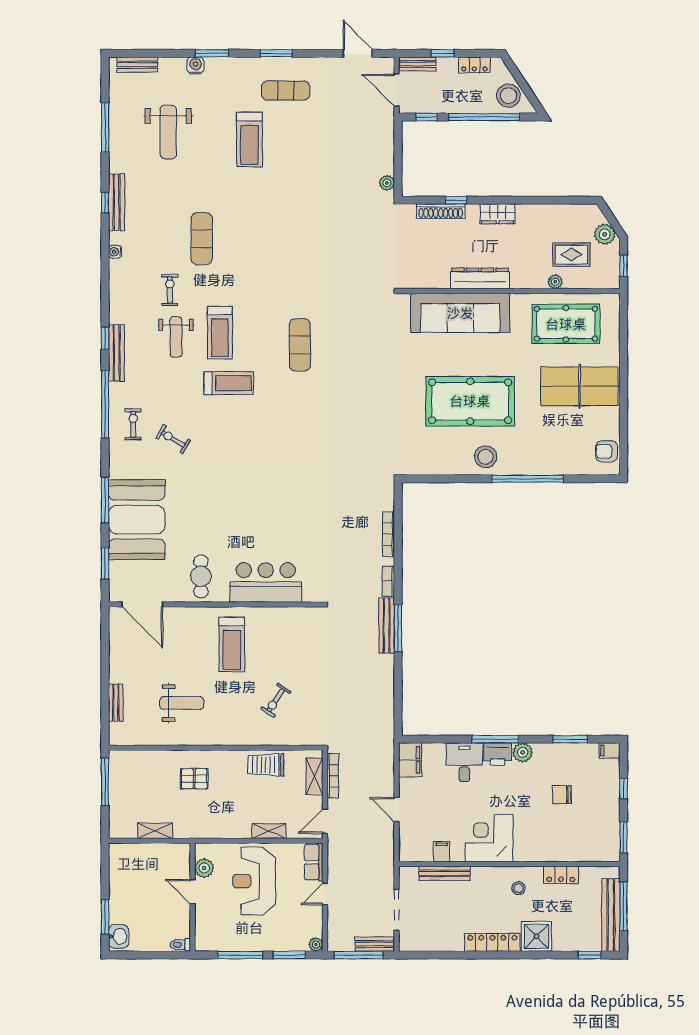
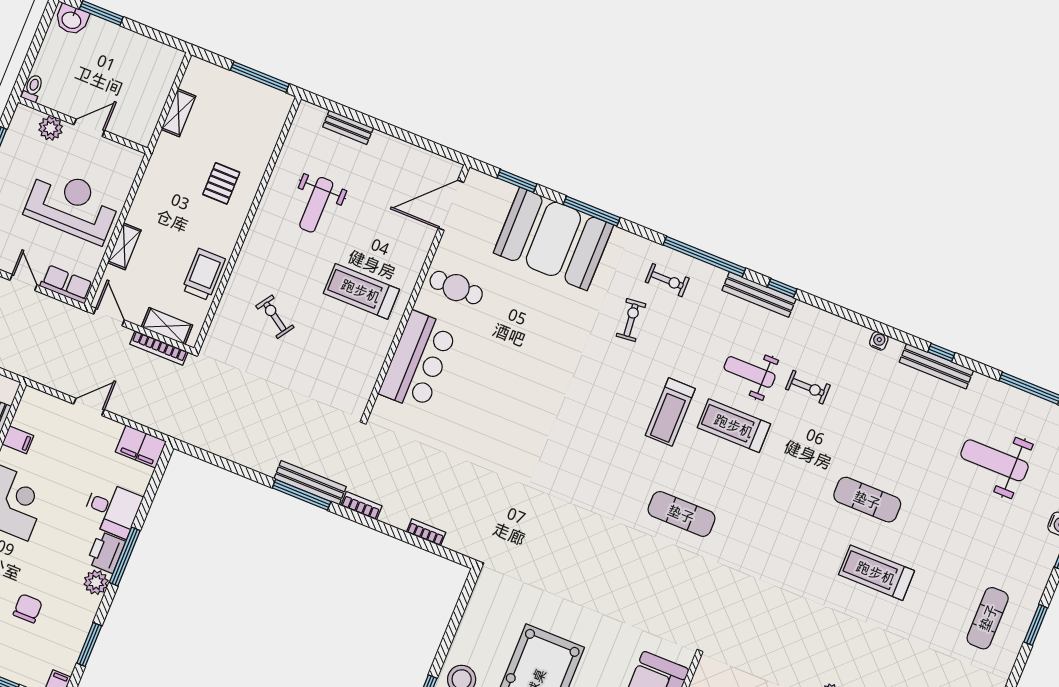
treadmill: (249, 139) -> (876, 573), moved
exercise mat: (202, 239) -> (867, 500), moved
exercise bike: (173, 439) -> (631, 320), turned -37
bookcase: (389, 534) -> (426, 532), width x0.64
plant: (204, 868) -> (51, 128), moved

